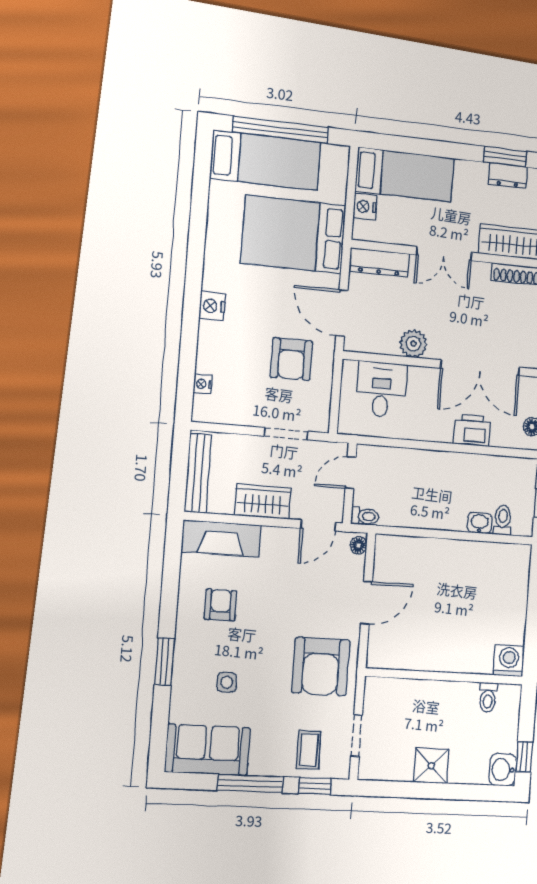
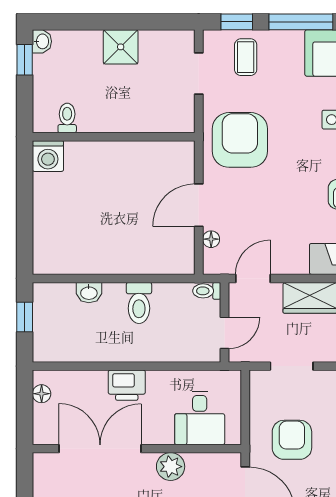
printer: (472, 430) -> (127, 385), moved
toilet: (503, 520) -> (139, 303), moved, width x1.37, depth x1.39
floor lamp: (359, 545) -> (211, 239), moved
washbasin: (503, 770) -> (42, 41), width x0.72, depth x0.69

